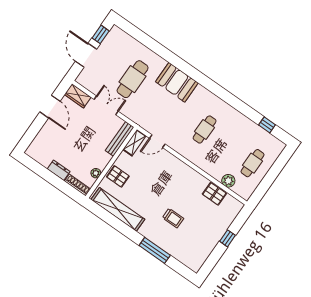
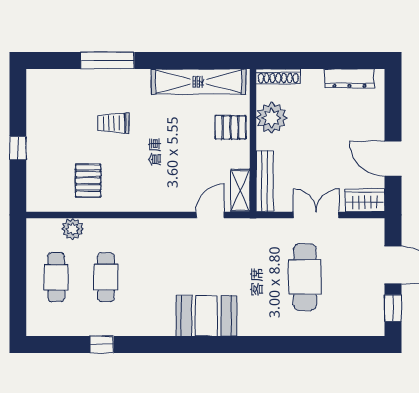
booth: (177, 82) -> (206, 316), moved
double door: (106, 105) -> (316, 215), swing flipped
window: (267, 125) -> (102, 344), moved
cafe table: (205, 130) -> (106, 277), moved
dresser: (59, 170) -> (349, 78), moved, width x1.44
plant: (96, 173) -> (272, 118), width x1.87, depth x1.87
pallet: (214, 194) -> (88, 181), moved, turned 90

